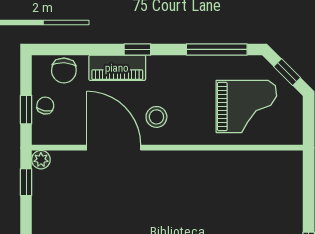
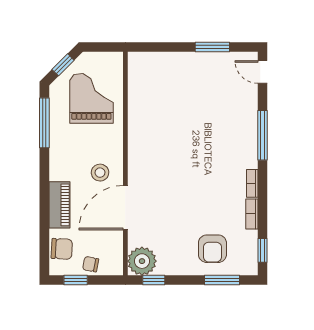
window: (137, 49) -> (44, 188), removed
window: (26, 110) -> (76, 280), moved
plant: (41, 160) -> (142, 261), width x1.88, depth x1.88

